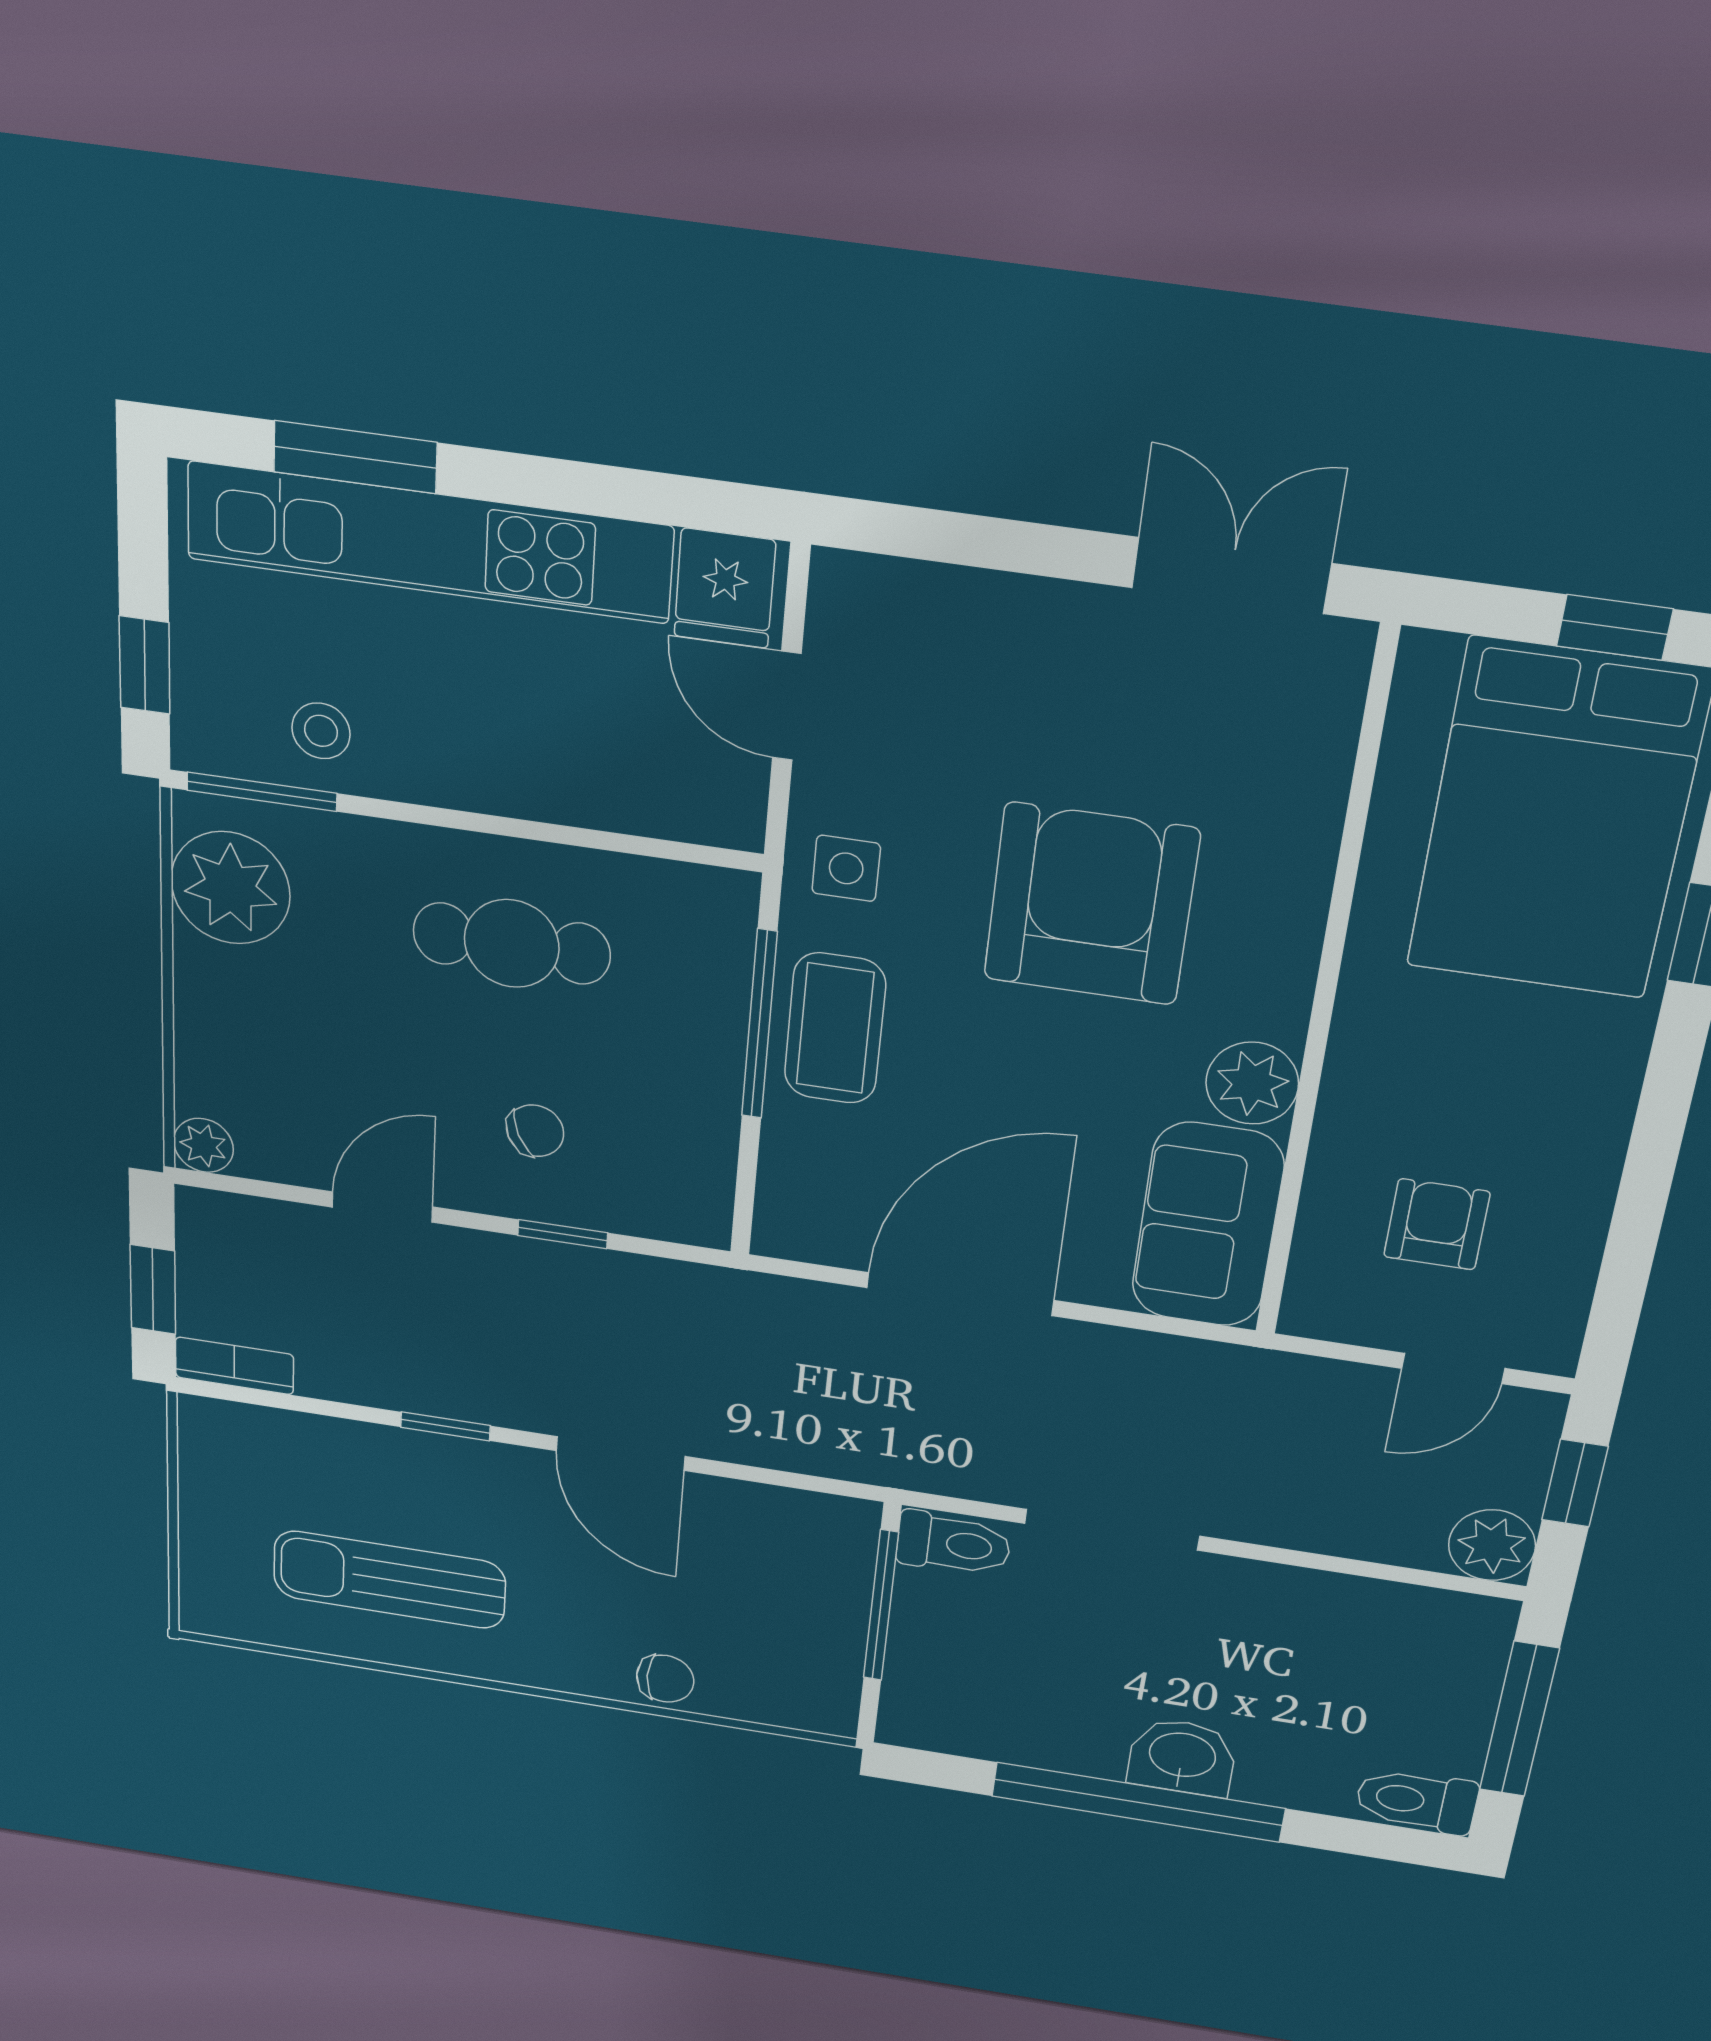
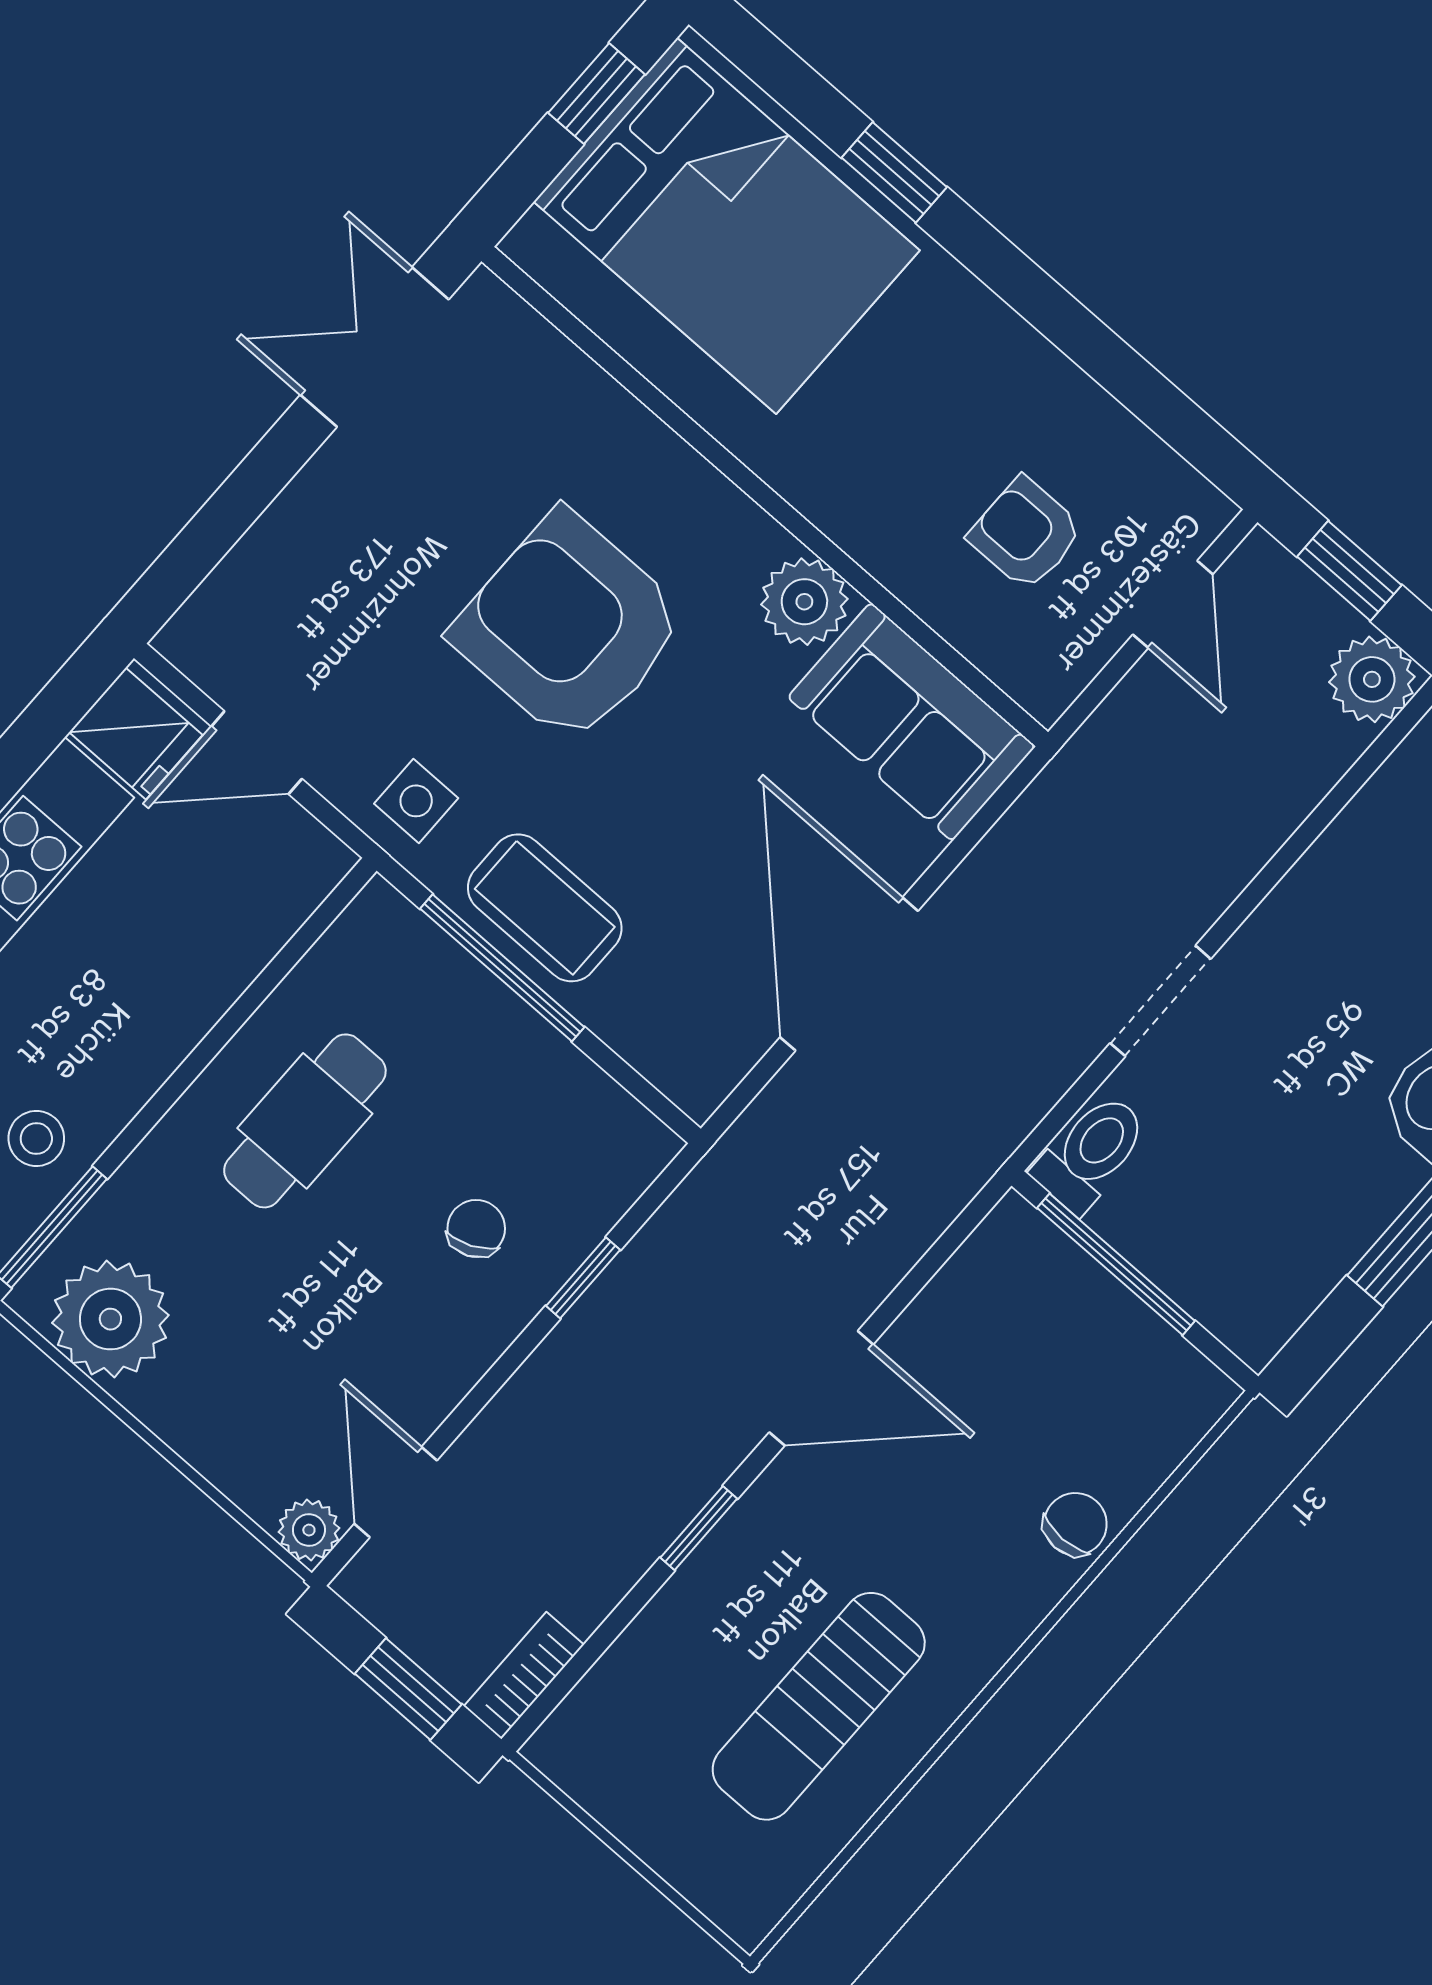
door: (382, 1207) -> (396, 1492), moved
doorway: (1112, 1530) -> (1160, 1001), width x0.73

